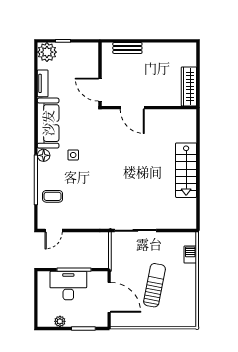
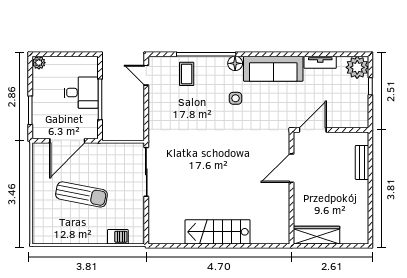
desk: (68, 286) -> (81, 93), width x0.73
plant: (60, 321) -> (39, 63), moved

